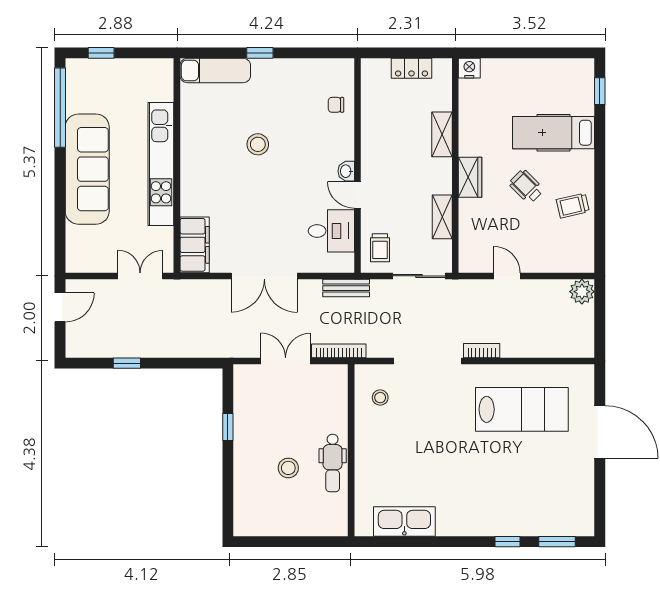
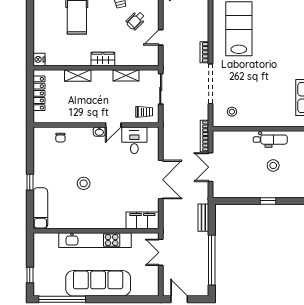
locker: (411, 68) -> (39, 93), width x1.53
wheelchair: (526, 186) -> (136, 21), moved
bench: (346, 288) -> (203, 218), moved
window: (127, 363) -> (212, 260), width x3.17
window: (228, 427) -> (268, 201), moved

